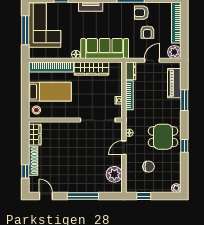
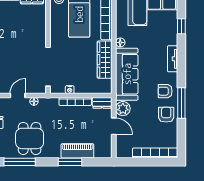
armchair: (147, 32) -> (165, 91), moved
plant: (174, 52) -> (123, 109), moved
piano: (174, 83) -> (77, 151), moved
window: (184, 146) -> (20, 162), width x2.17
door: (124, 148) -> (18, 95), hinge flipped

